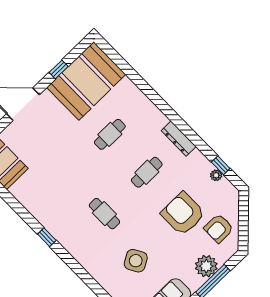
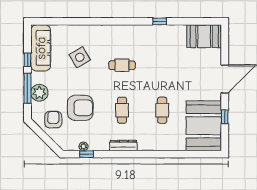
window: (47, 237) -> (160, 21), moved

